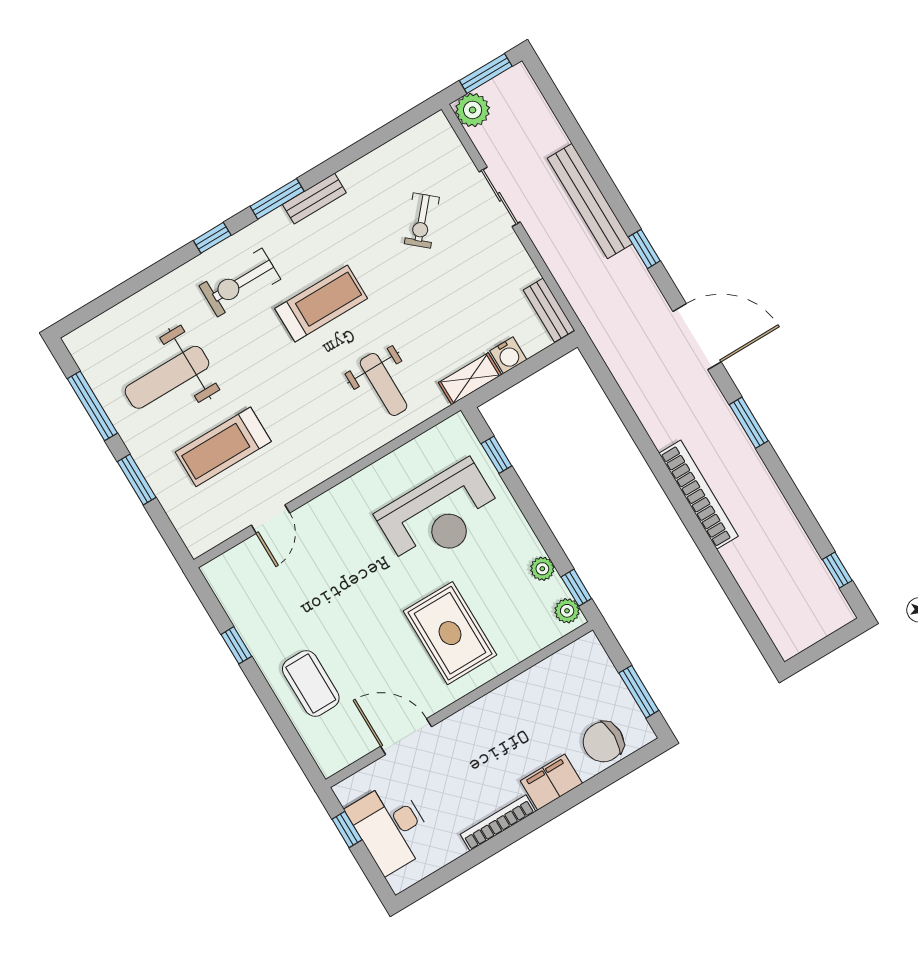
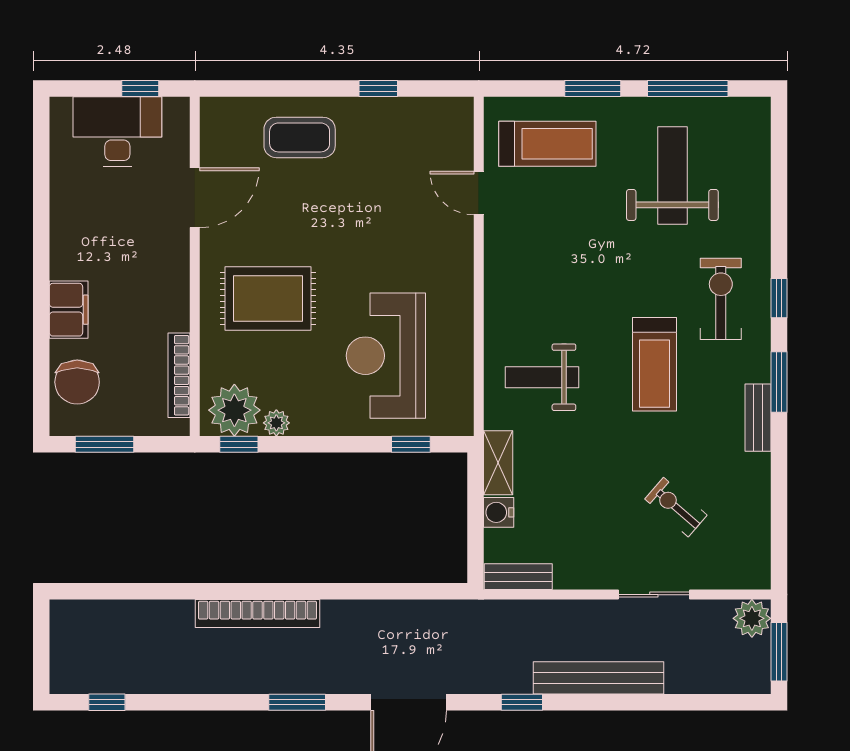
treadmill: (223, 447) -> (547, 144), moved, turned 90
plant: (567, 611) -> (234, 410), width x1.88, depth x1.88
chair: (603, 742) -> (77, 382), turned 180
bookcase: (498, 823) -> (179, 375), moved, turned 180

